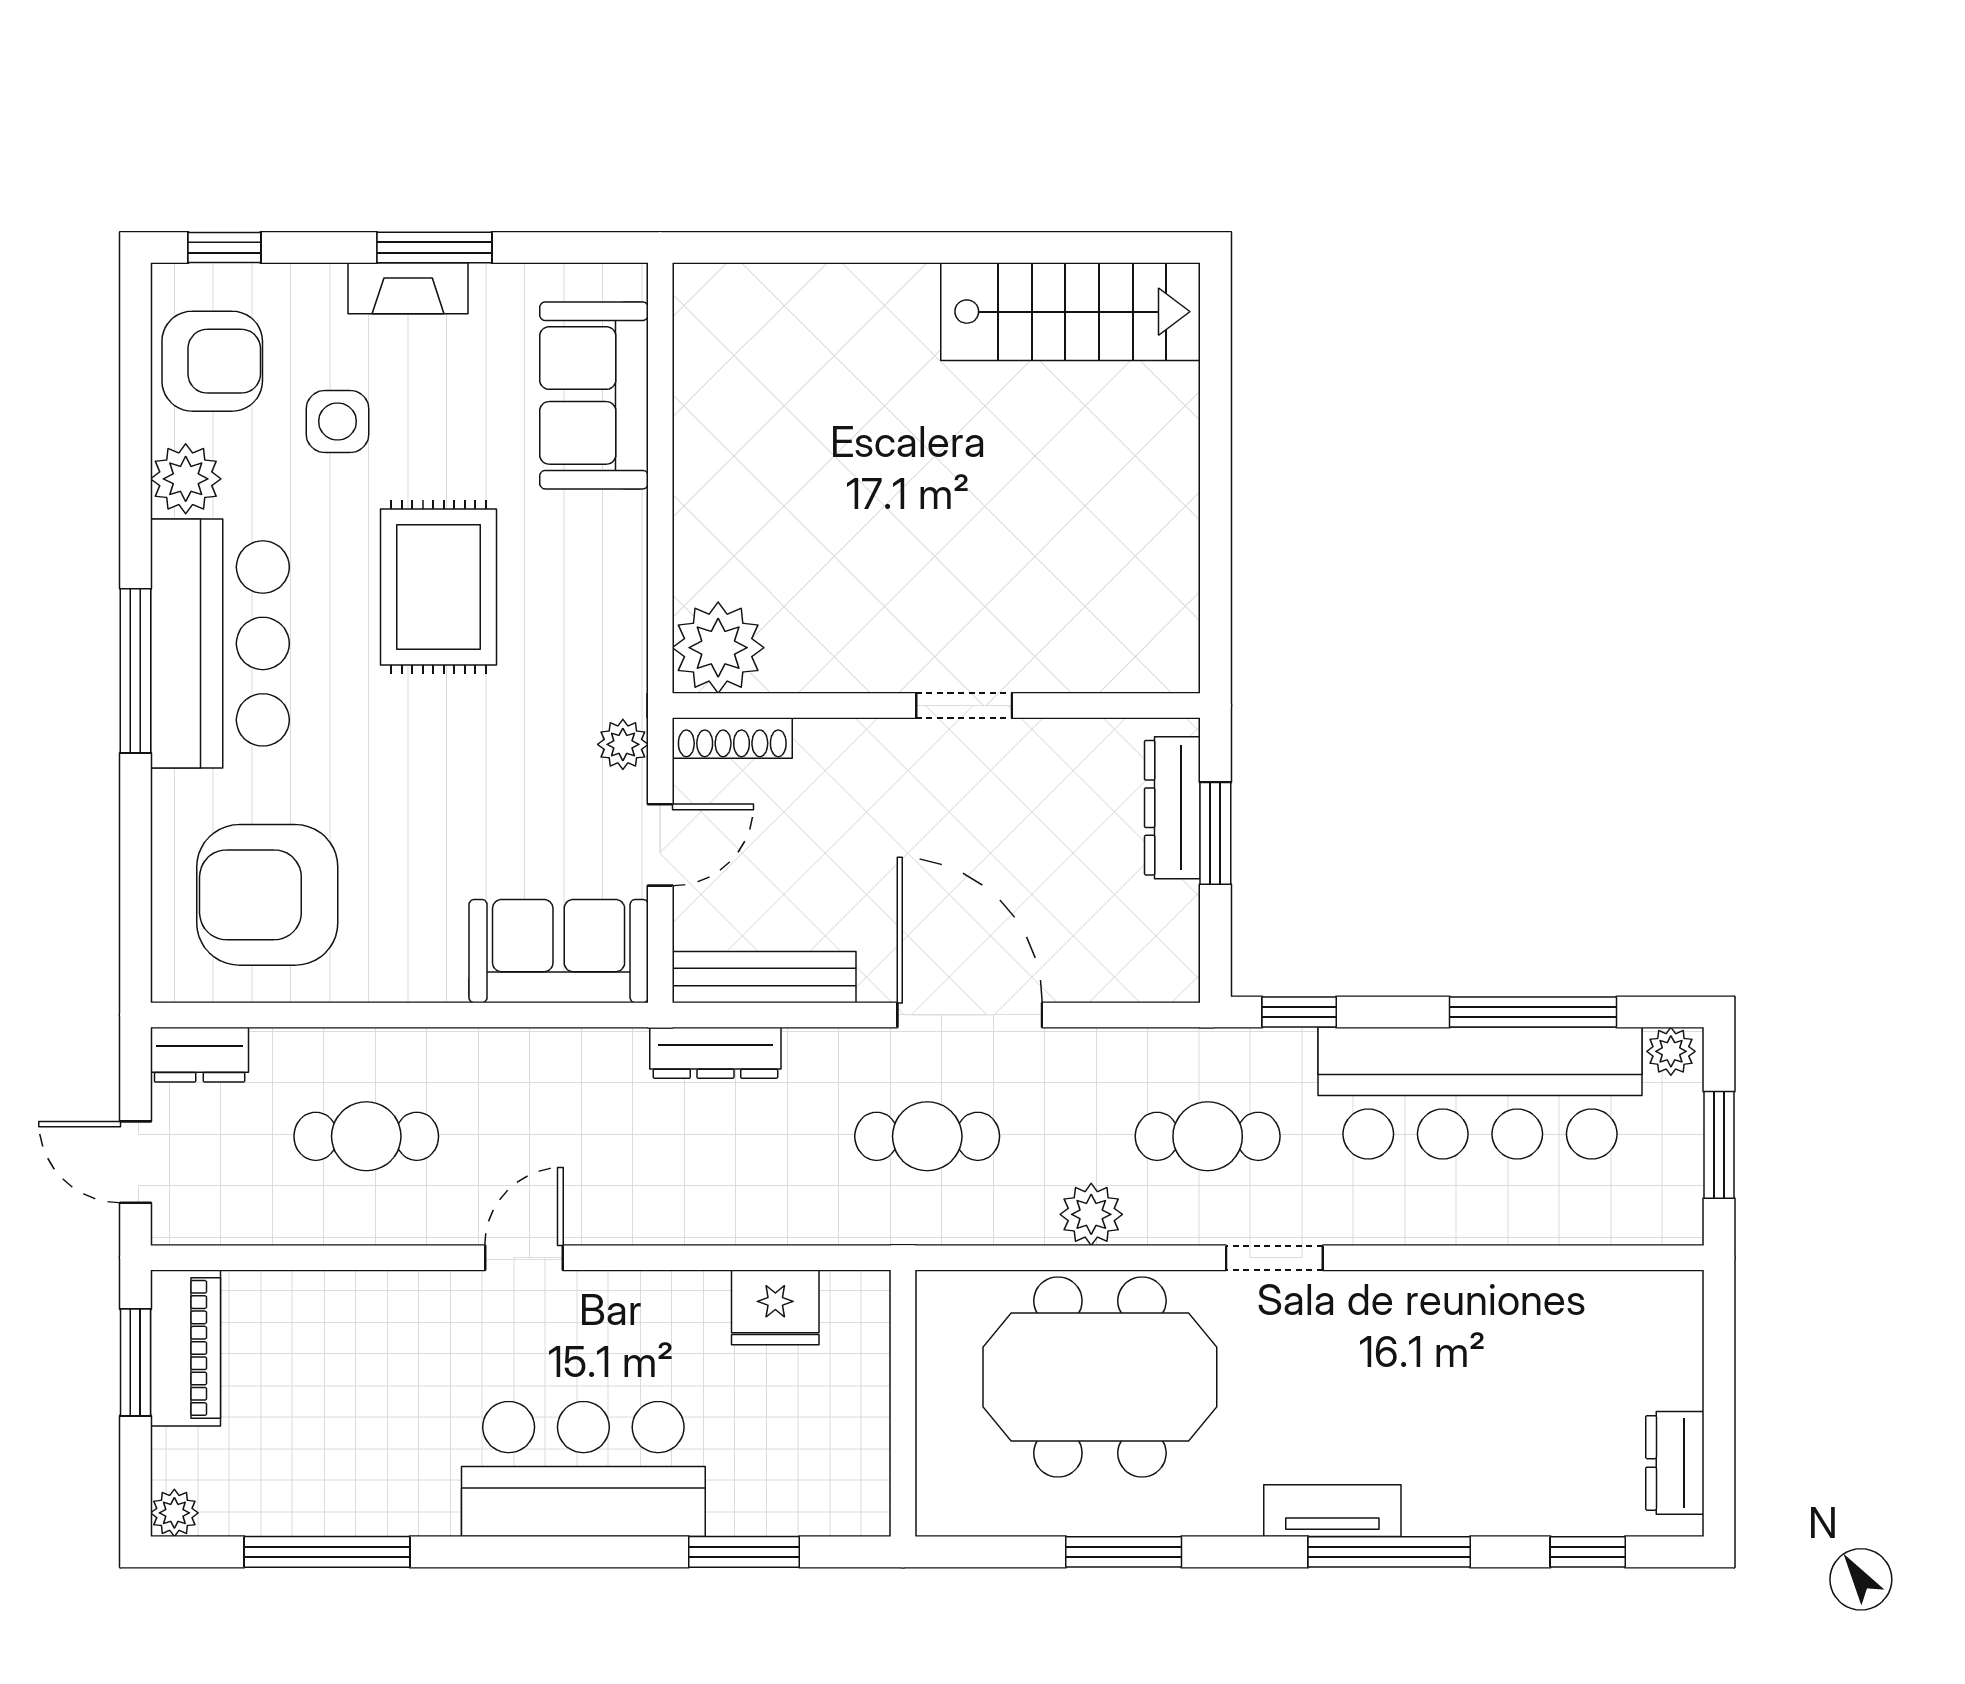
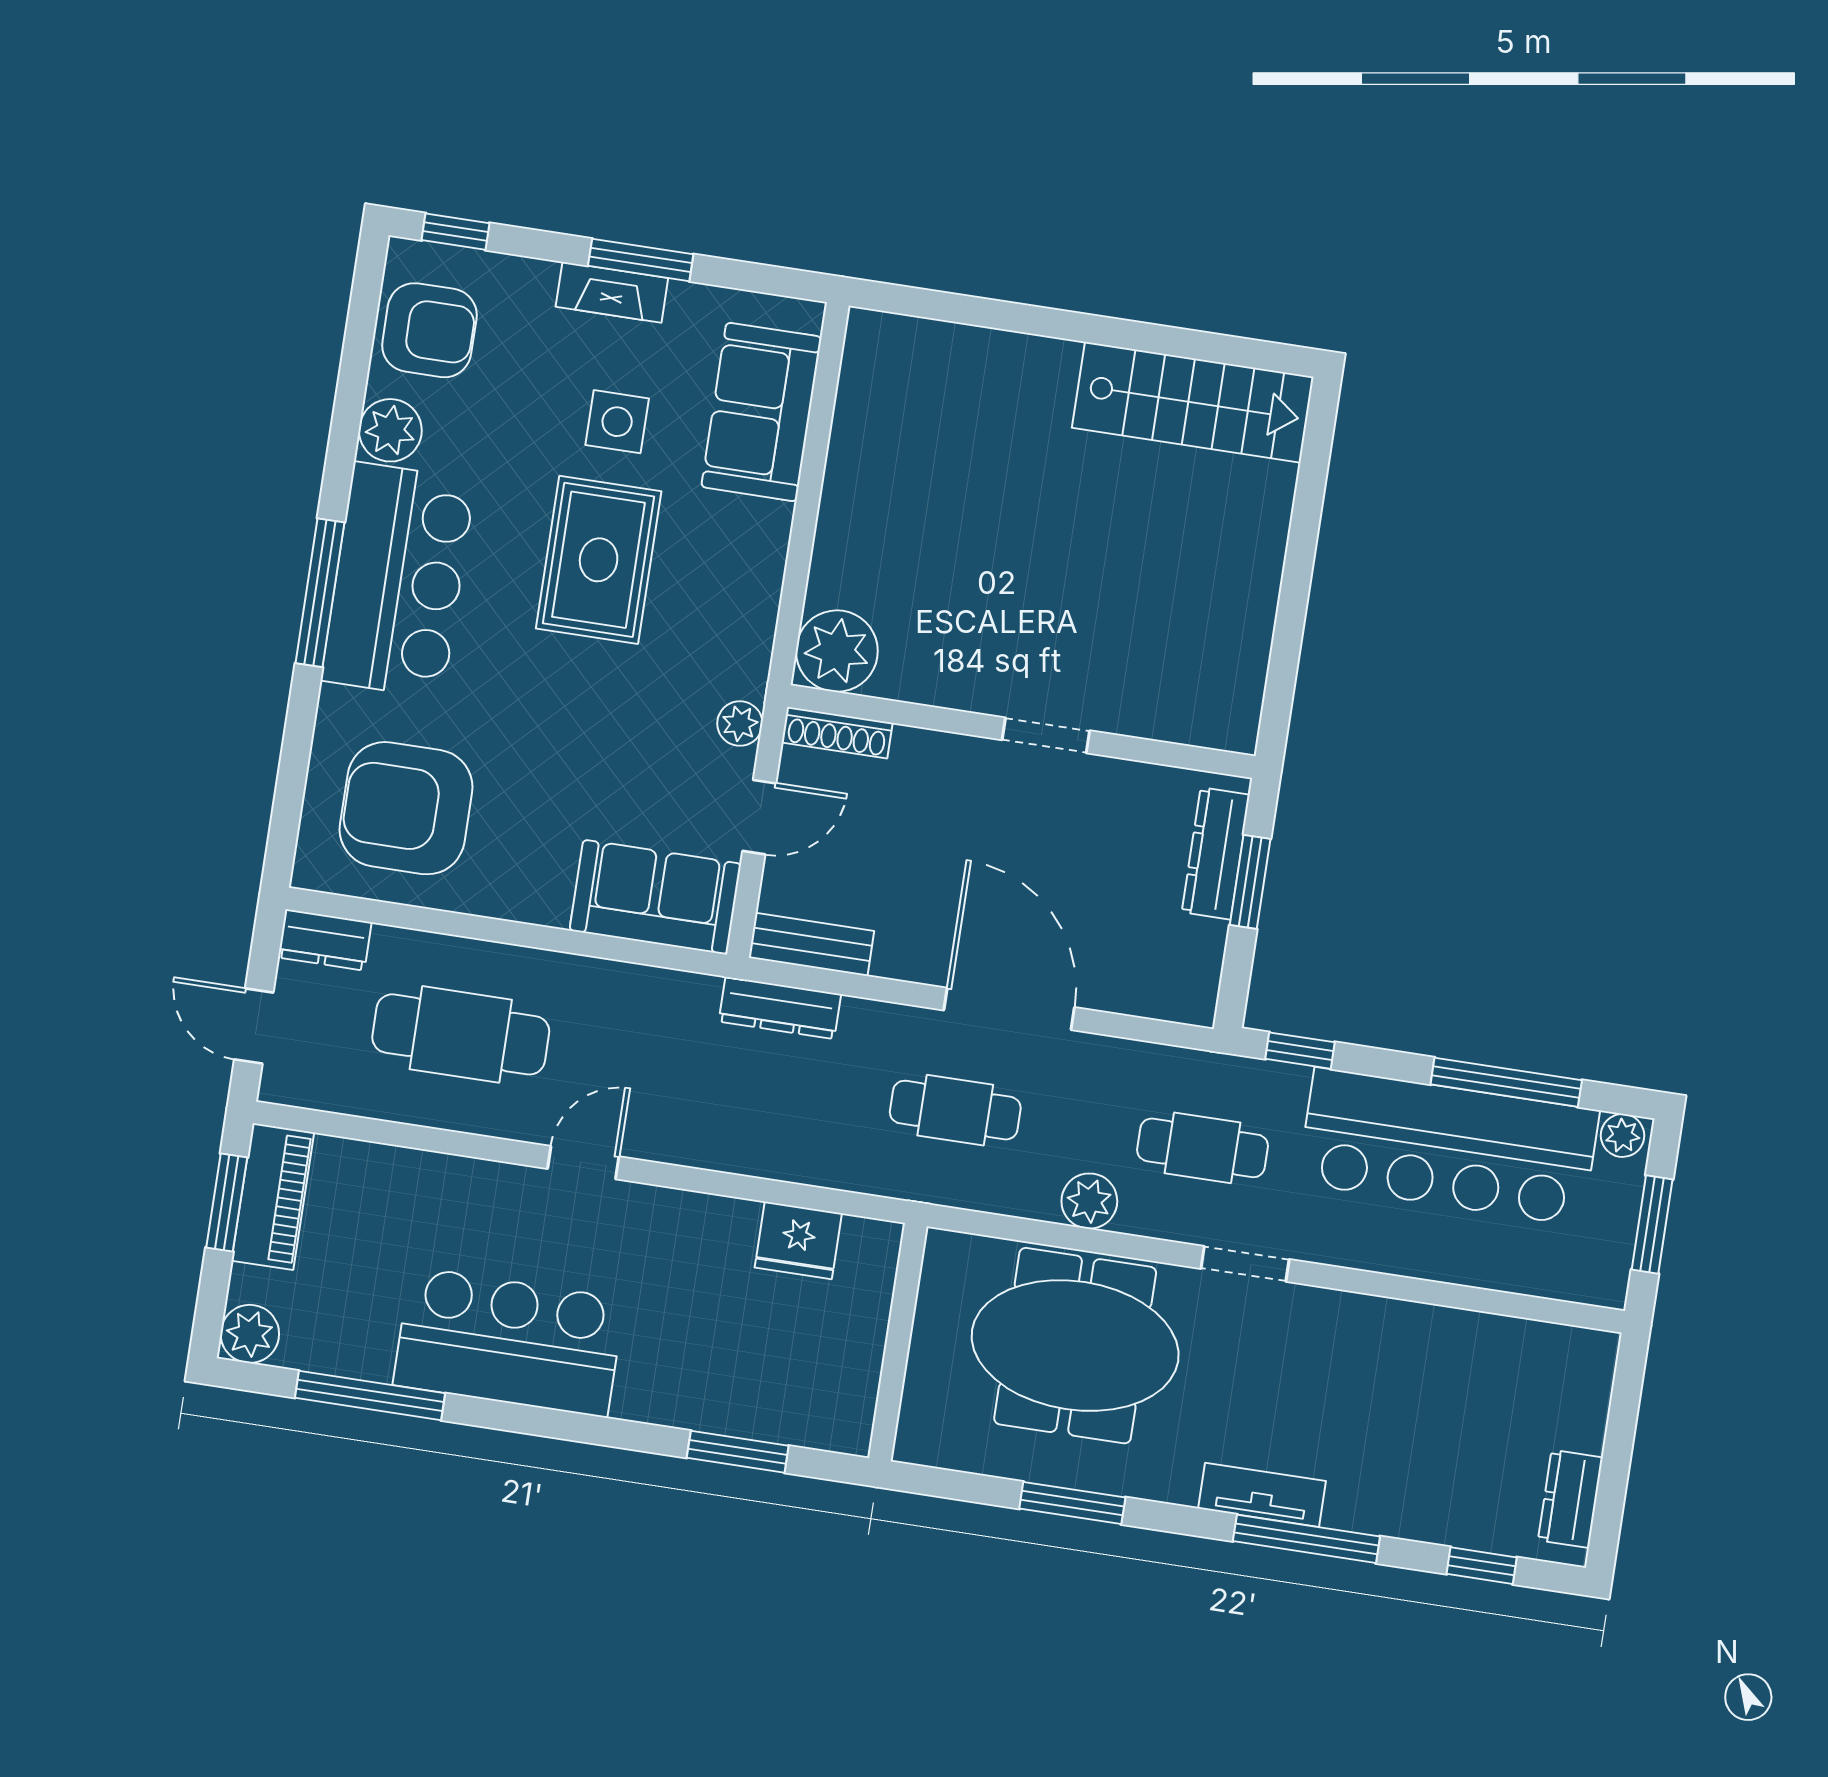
side table: (337, 421) -> (617, 422), moved
bench: (764, 977) -> (811, 944), width x0.73
cafe table: (366, 1136) -> (461, 1034), width x1.37, depth x1.35
bar counter: (583, 1469) -> (509, 1342), moved
plant: (174, 1513) -> (250, 1334), width x1.38, depth x1.38

